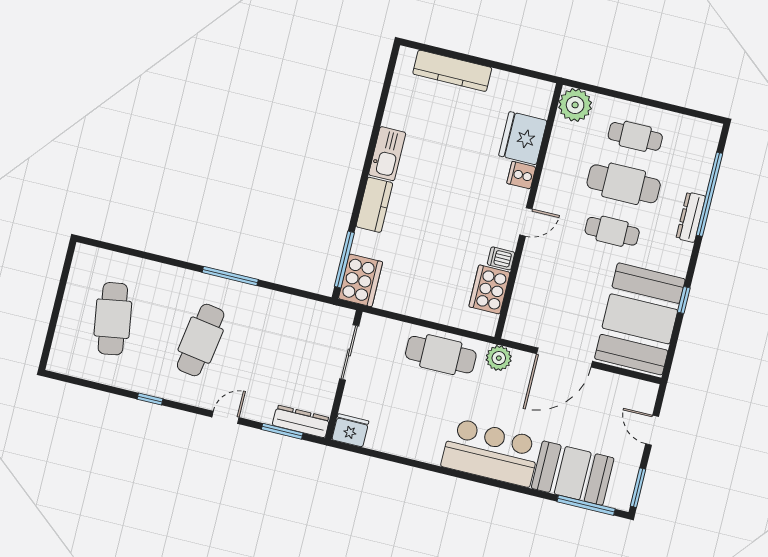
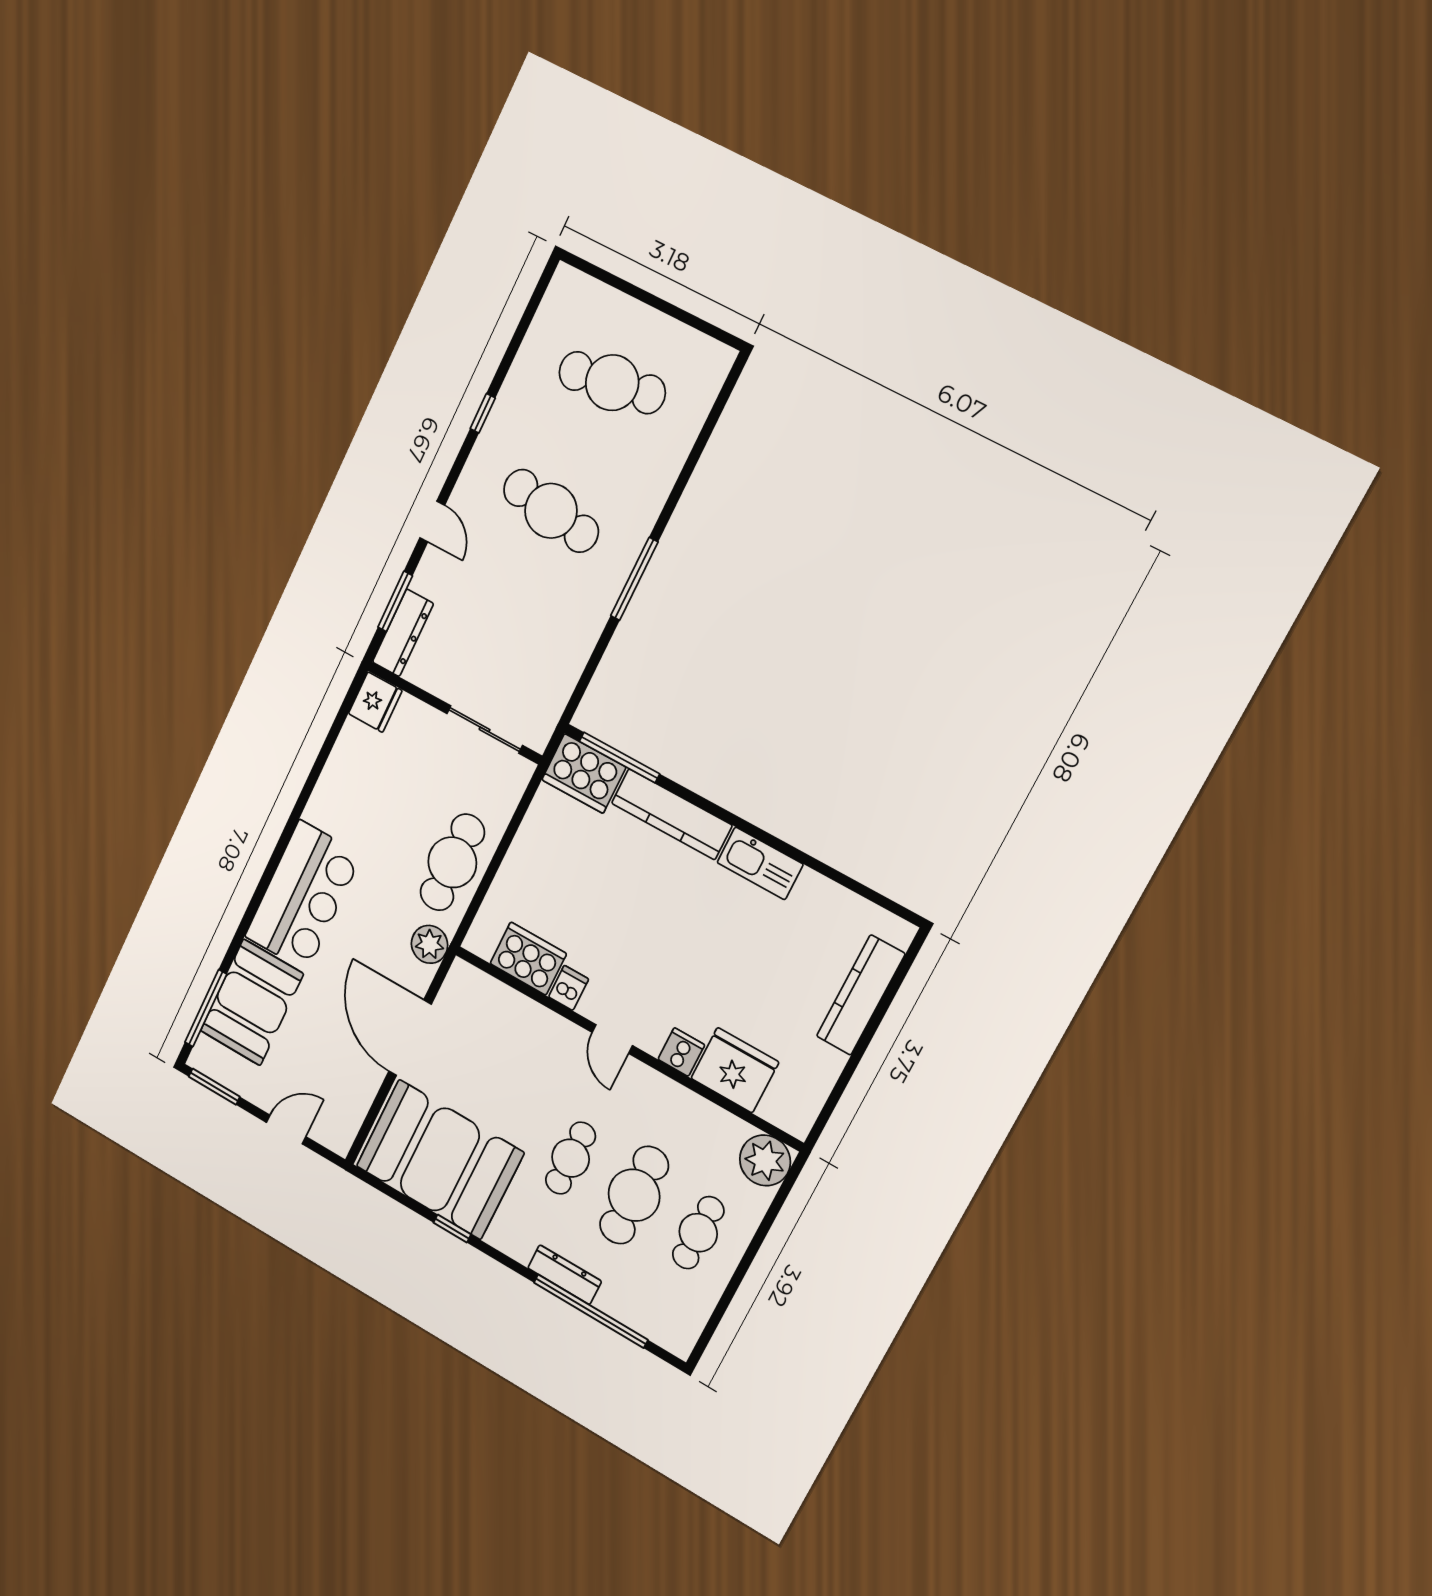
kitchen counter: (374, 205) -> (672, 814), width x1.50

